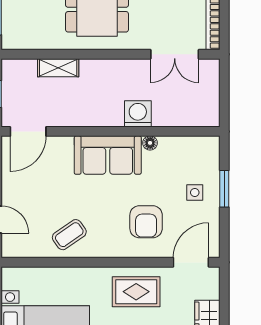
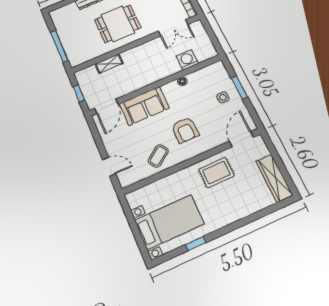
washing machine: (138, 114) -> (187, 60), moved
sofa: (108, 155) -> (144, 106), moved
armchair: (146, 222) -> (185, 130), moved

